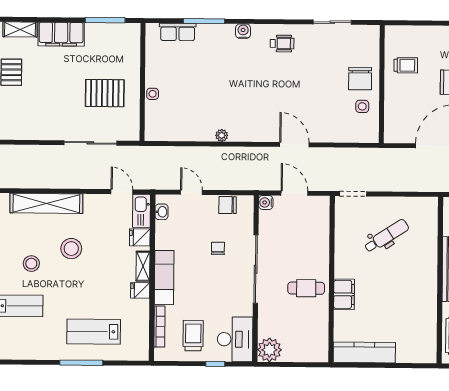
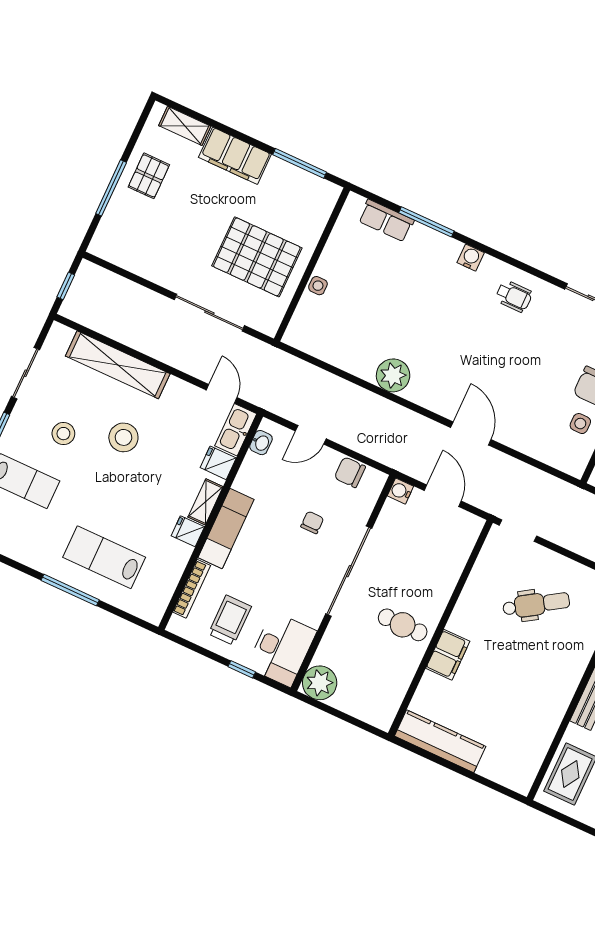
pallet: (105, 93) -> (257, 257), width x1.37, depth x1.41
plant: (222, 135) -> (393, 375), width x1.88, depth x1.88
door: (191, 192) -> (311, 435), swing flipped

